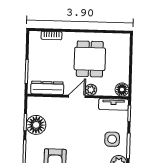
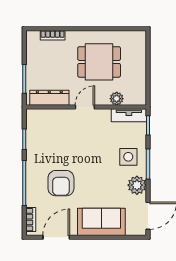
dining table: (90, 59) -> (99, 62), turned 90
plant: (91, 90) -> (117, 99), moved
floor lamp: (122, 90) -> (138, 97), removed
floor lamp: (36, 125) -> (37, 142), removed

